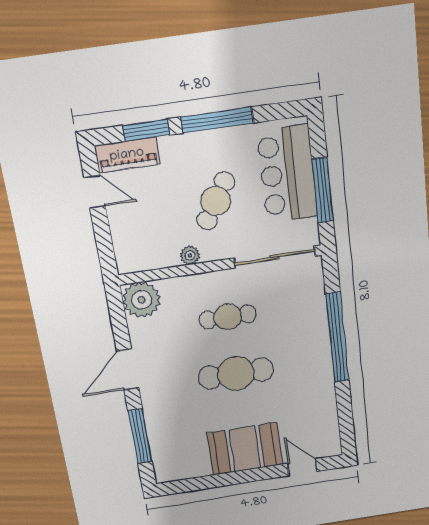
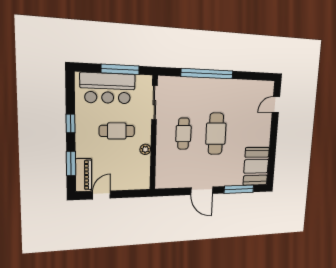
window: (217, 120) -> (71, 124), width x0.46
cafe table: (216, 201) -> (117, 131), turned -32
sliding door: (275, 257) -> (154, 103), width x0.73
plant: (141, 300) -> (165, 179), removed
booth: (245, 449) -> (256, 166), moved

